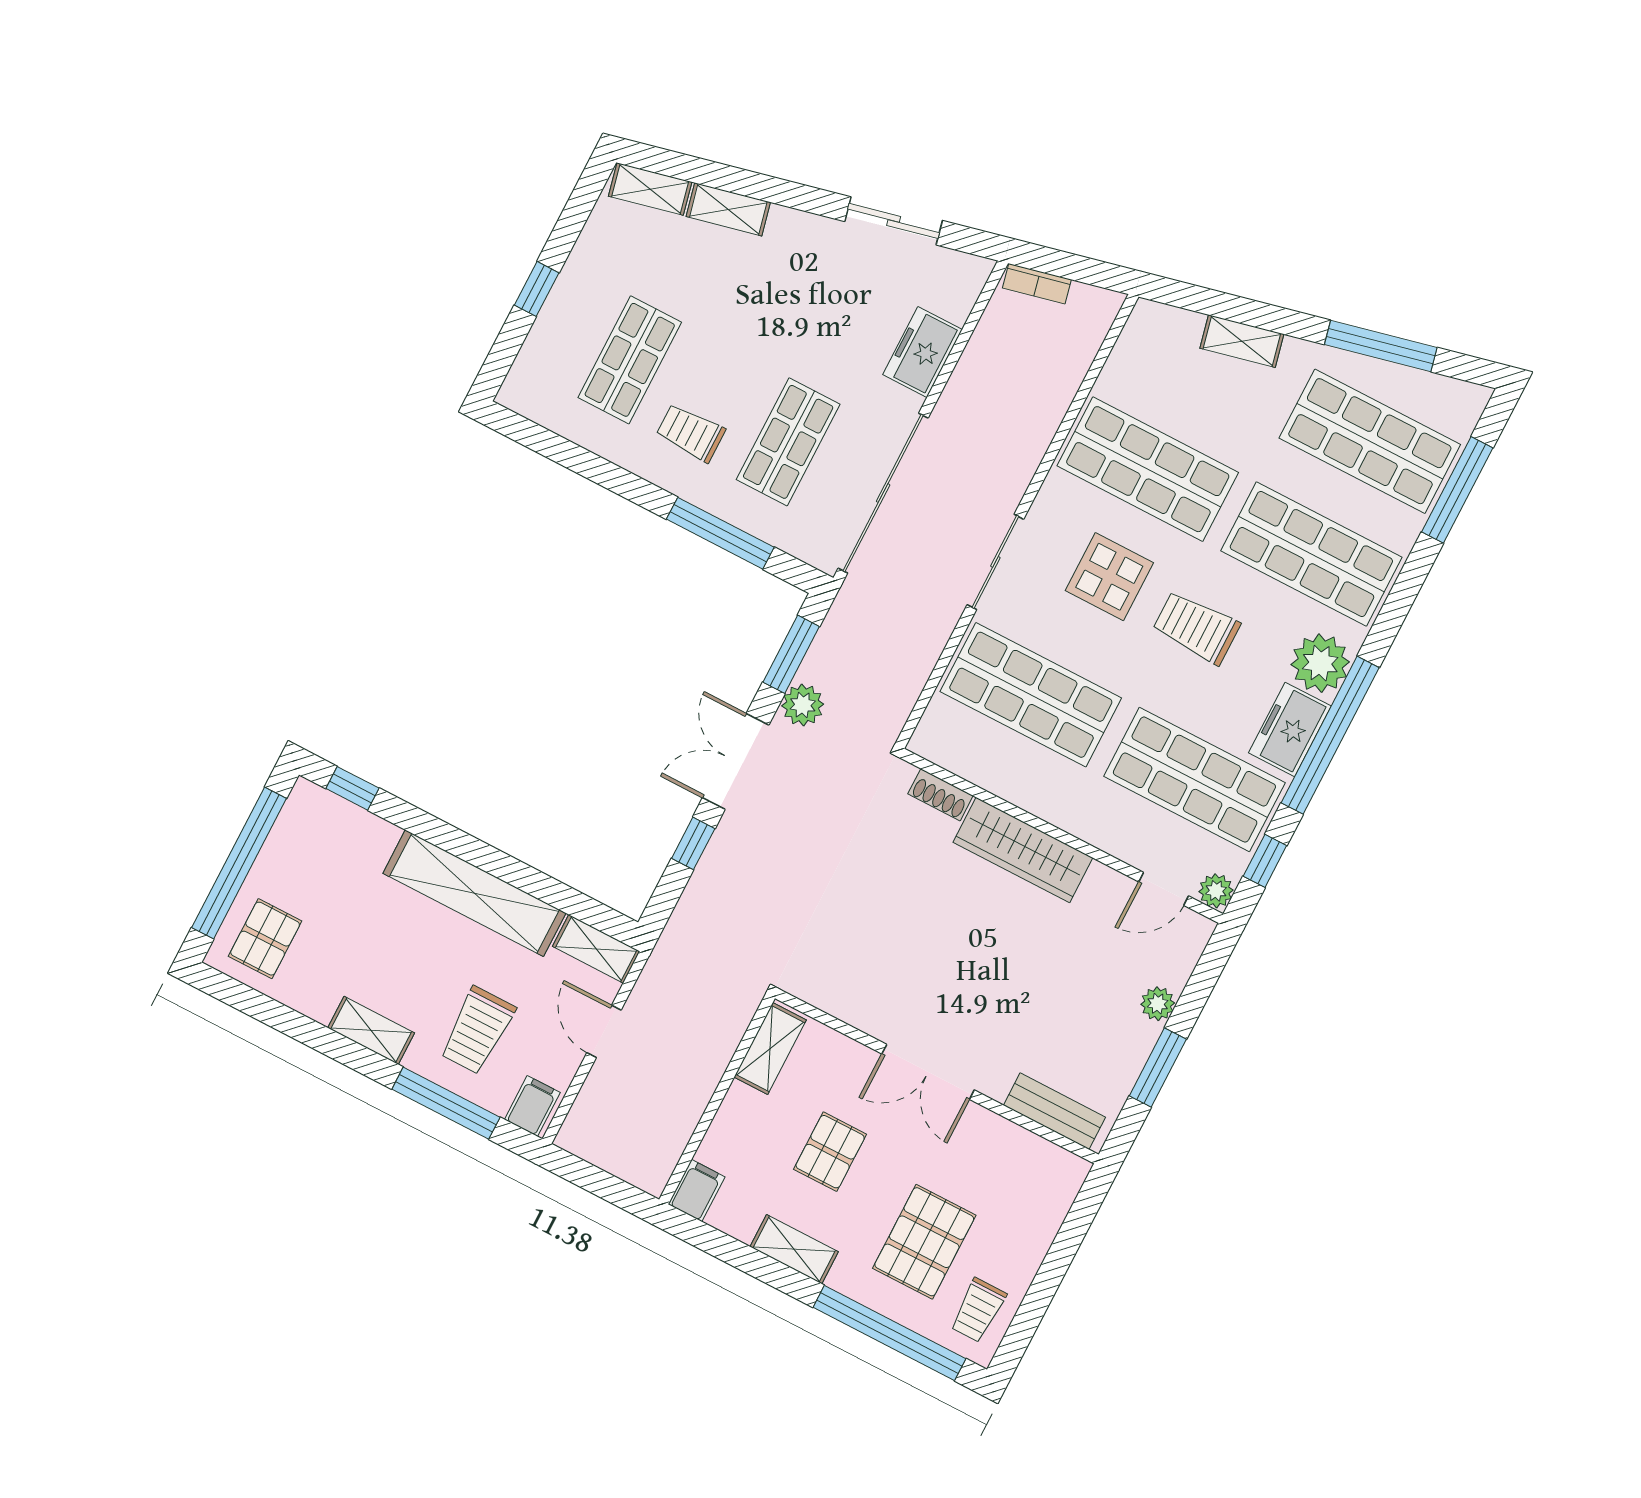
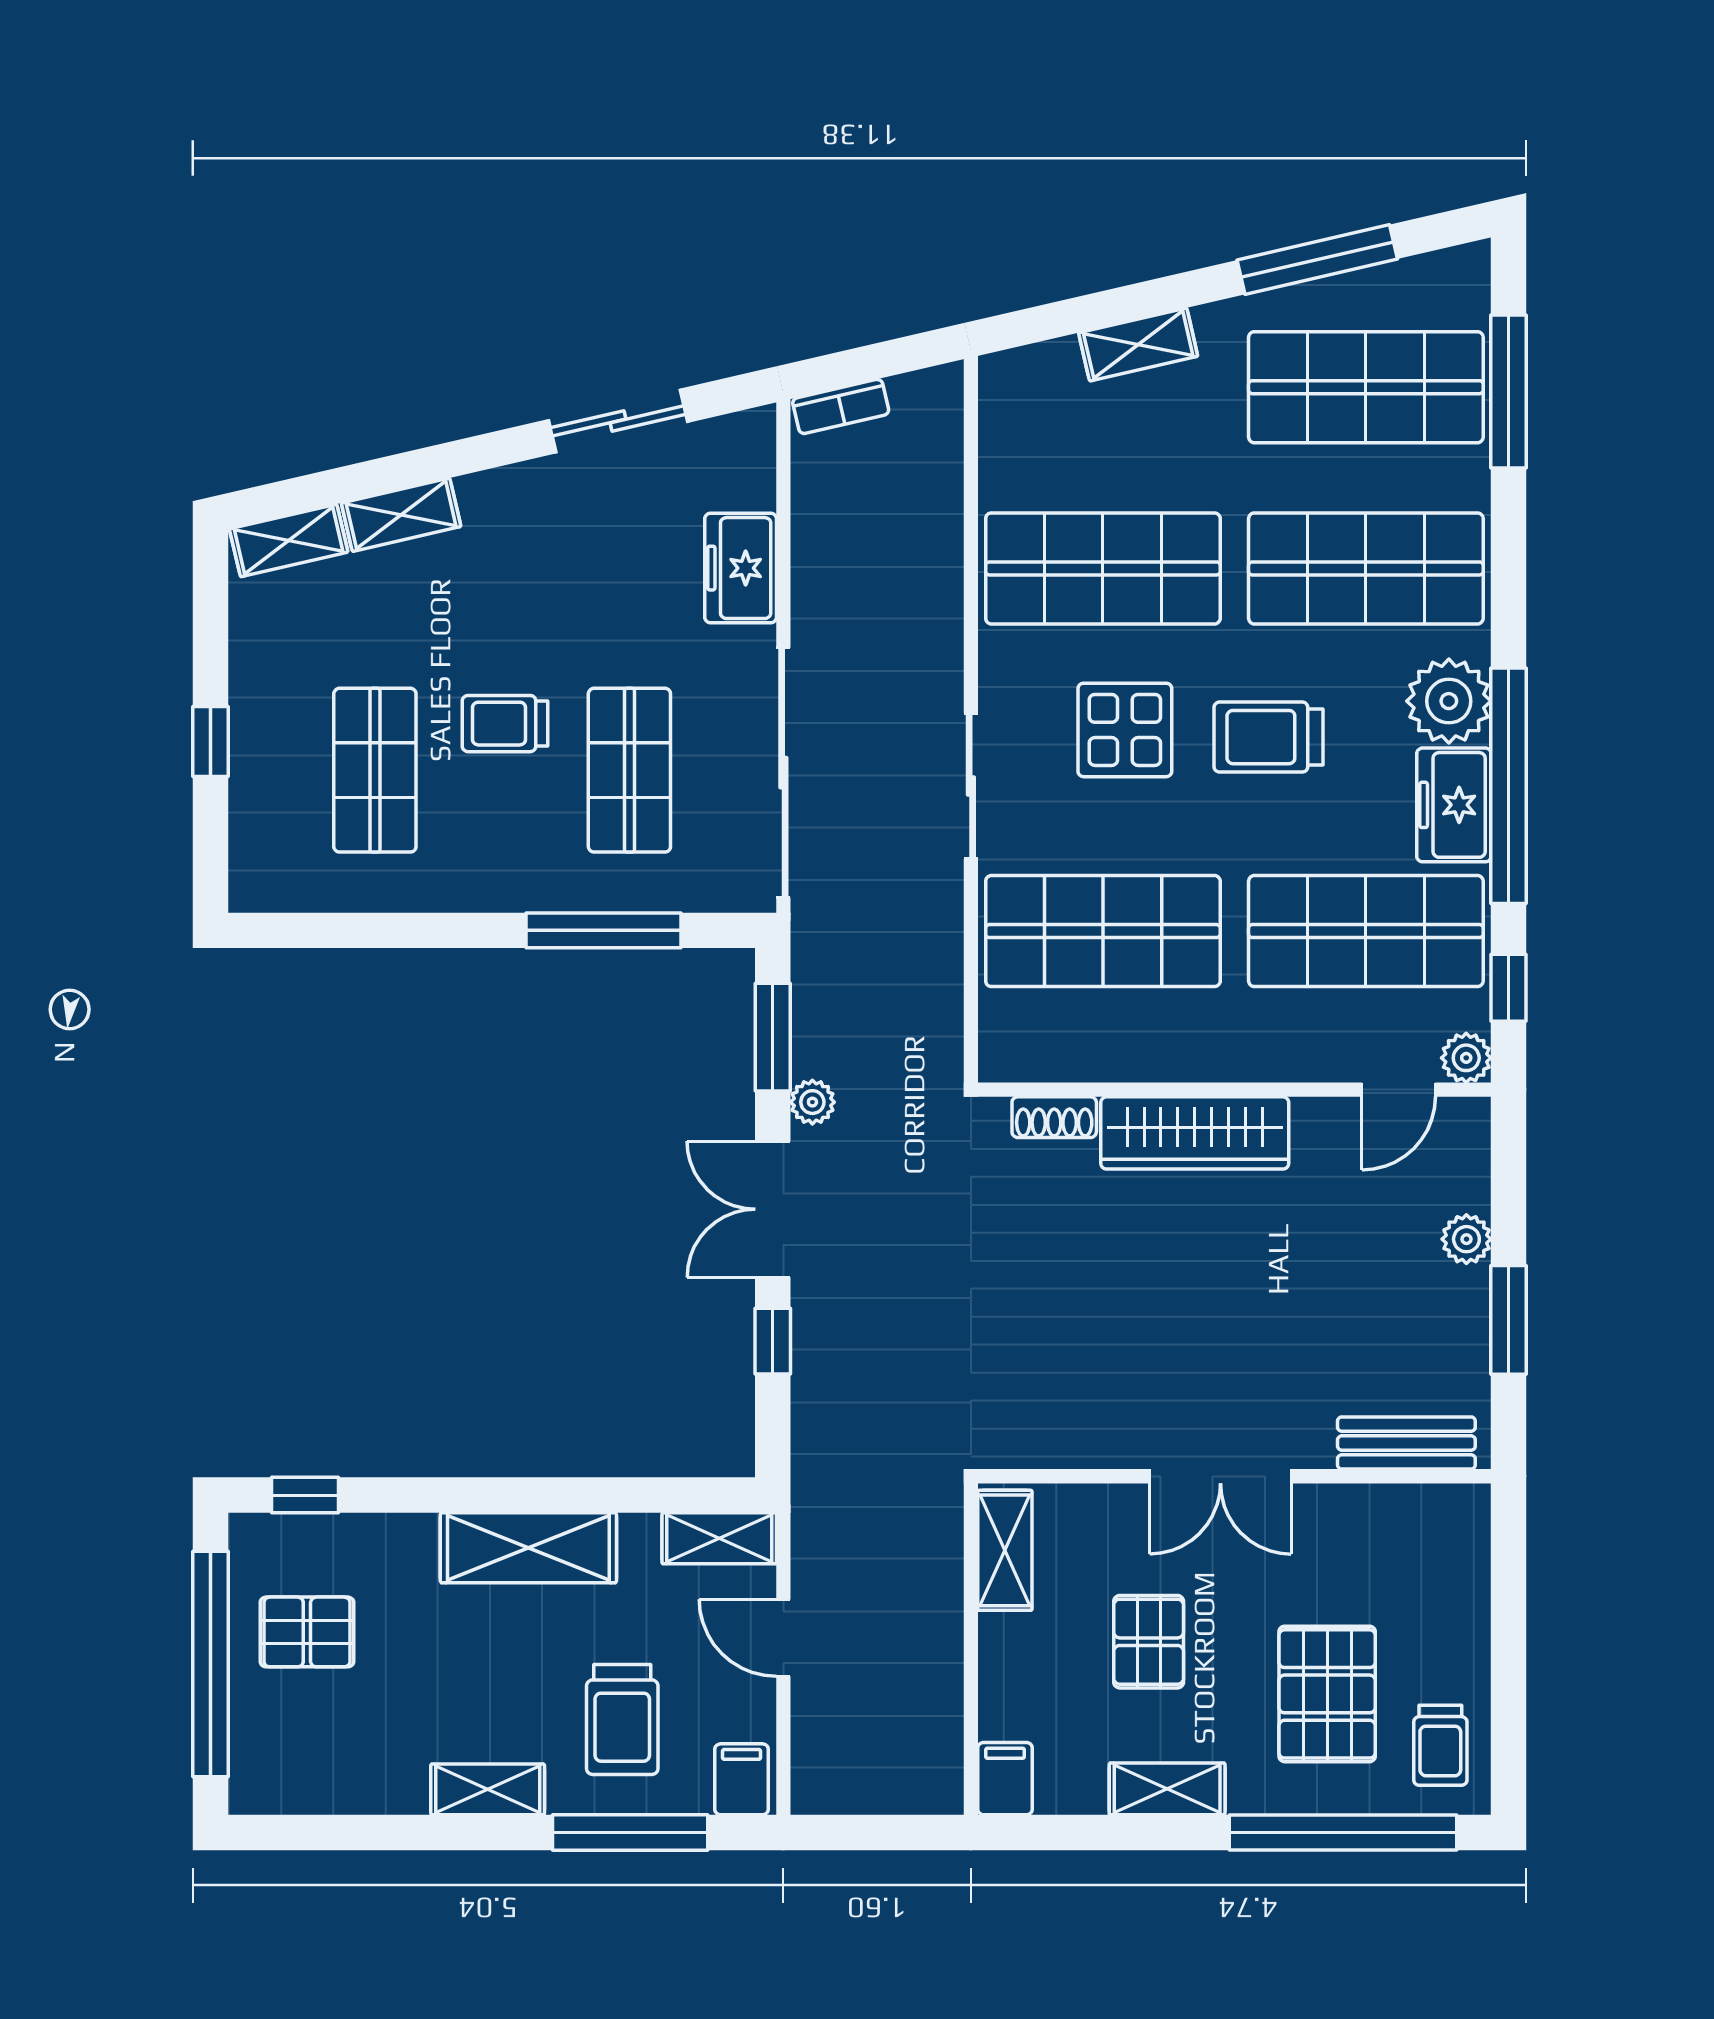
trolley: (691, 433) -> (505, 724), moved
plant: (803, 705) -> (812, 1102), width x0.73, depth x0.73
shelving: (474, 893) -> (528, 1548), width x0.68
pallet: (265, 939) -> (307, 1632), moved, turned 90

